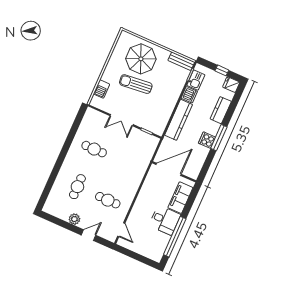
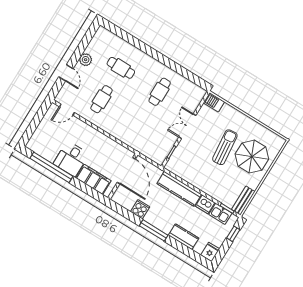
window: (222, 70) -> (233, 234), moved
barbecue: (102, 89) -> (214, 102), moved
cooker: (207, 140) -> (140, 209), moved

